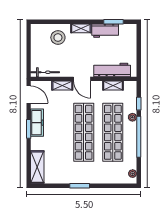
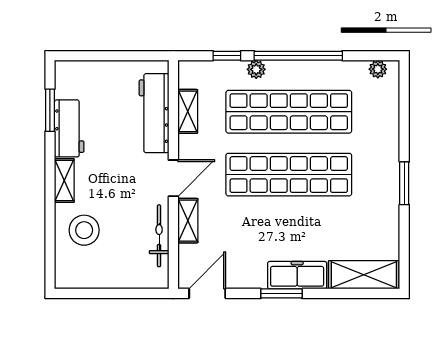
bicycle: (45, 72) -> (159, 236), moved
freezer: (37, 123) -> (297, 275), moved

